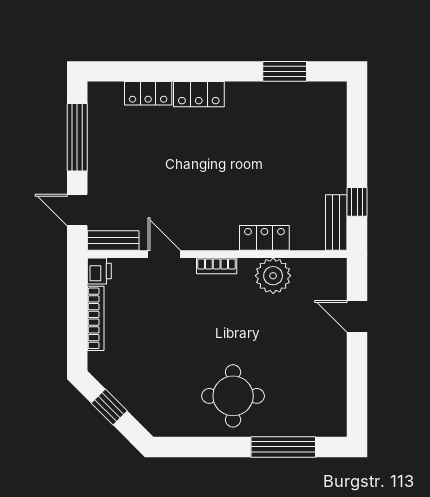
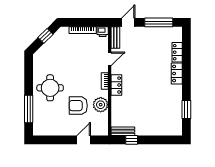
locker: (264, 238) -> (116, 85), moved
armchair: (275, 329) -> (78, 106), added

